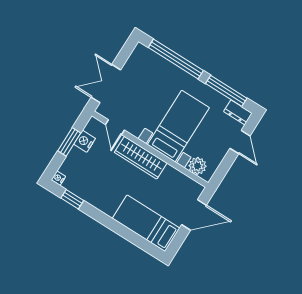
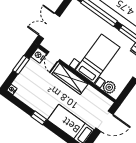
nightstand: (85, 141) -> (39, 55), moved
window: (72, 199) -> (39, 118), moved

